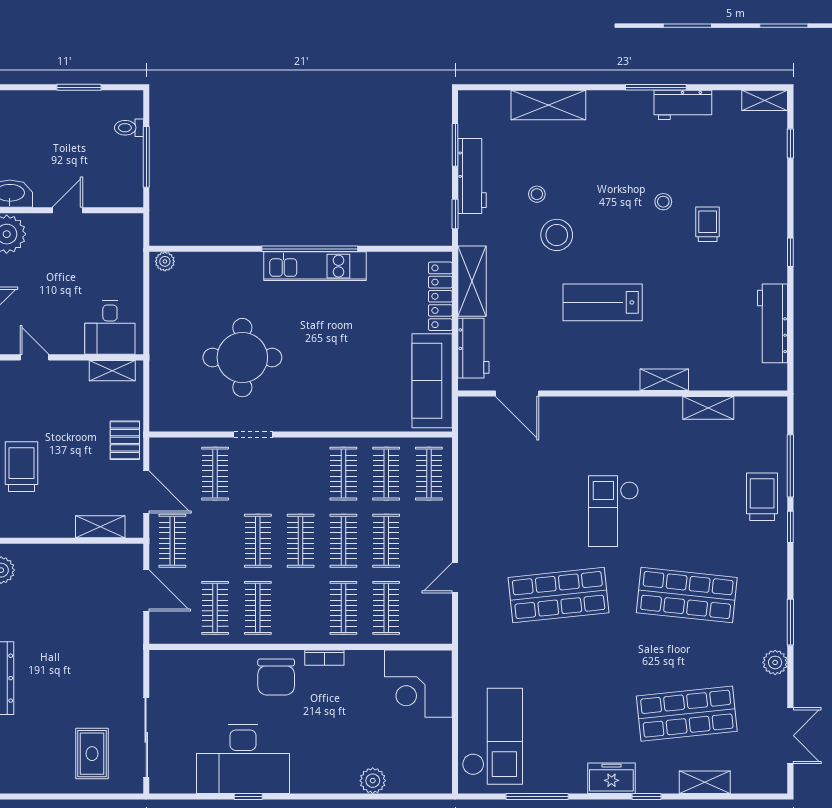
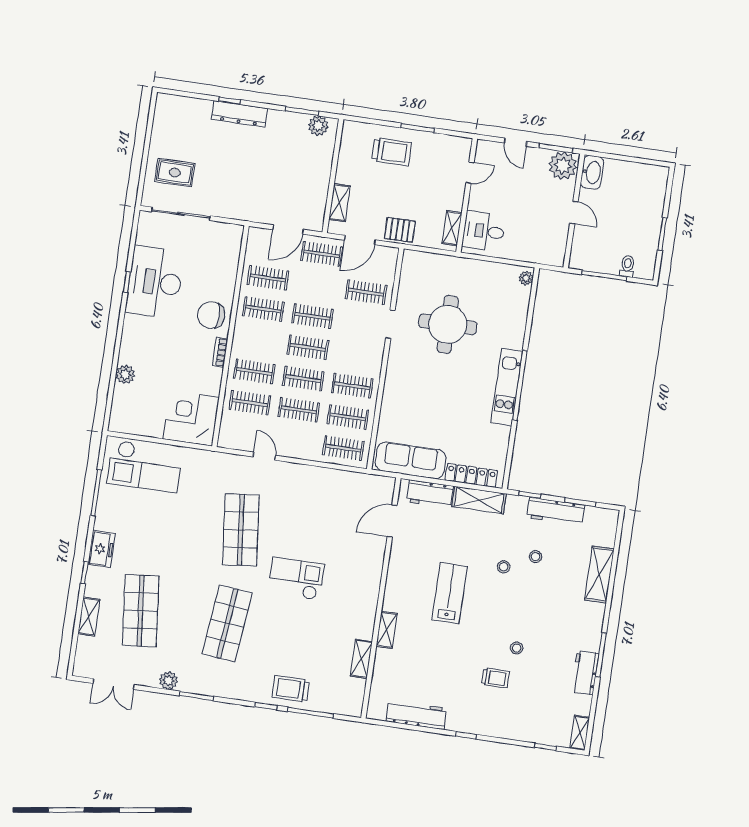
stool: (557, 235) -> (504, 567), width x0.53, depth x0.53
trolley: (762, 497) -> (291, 689), turned 180

